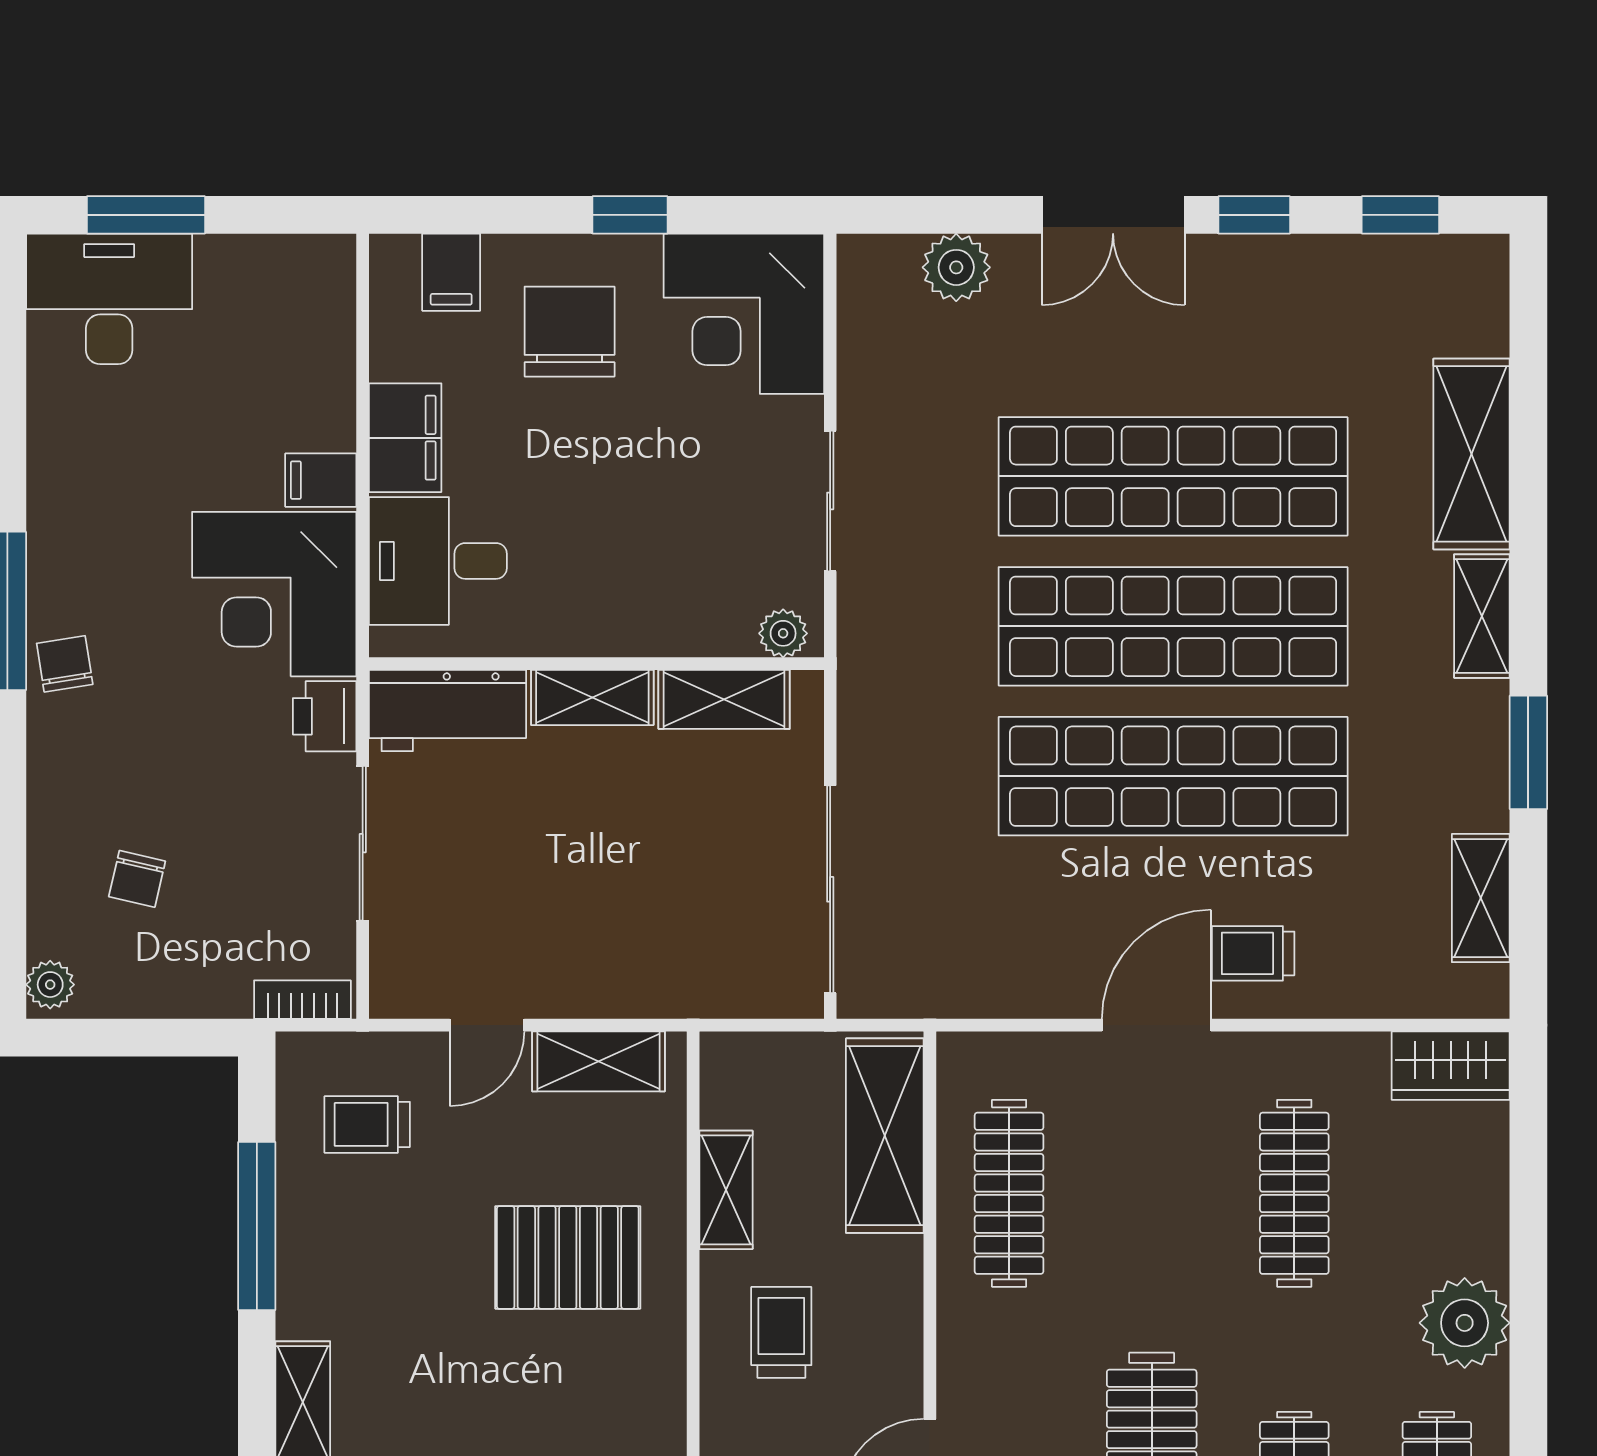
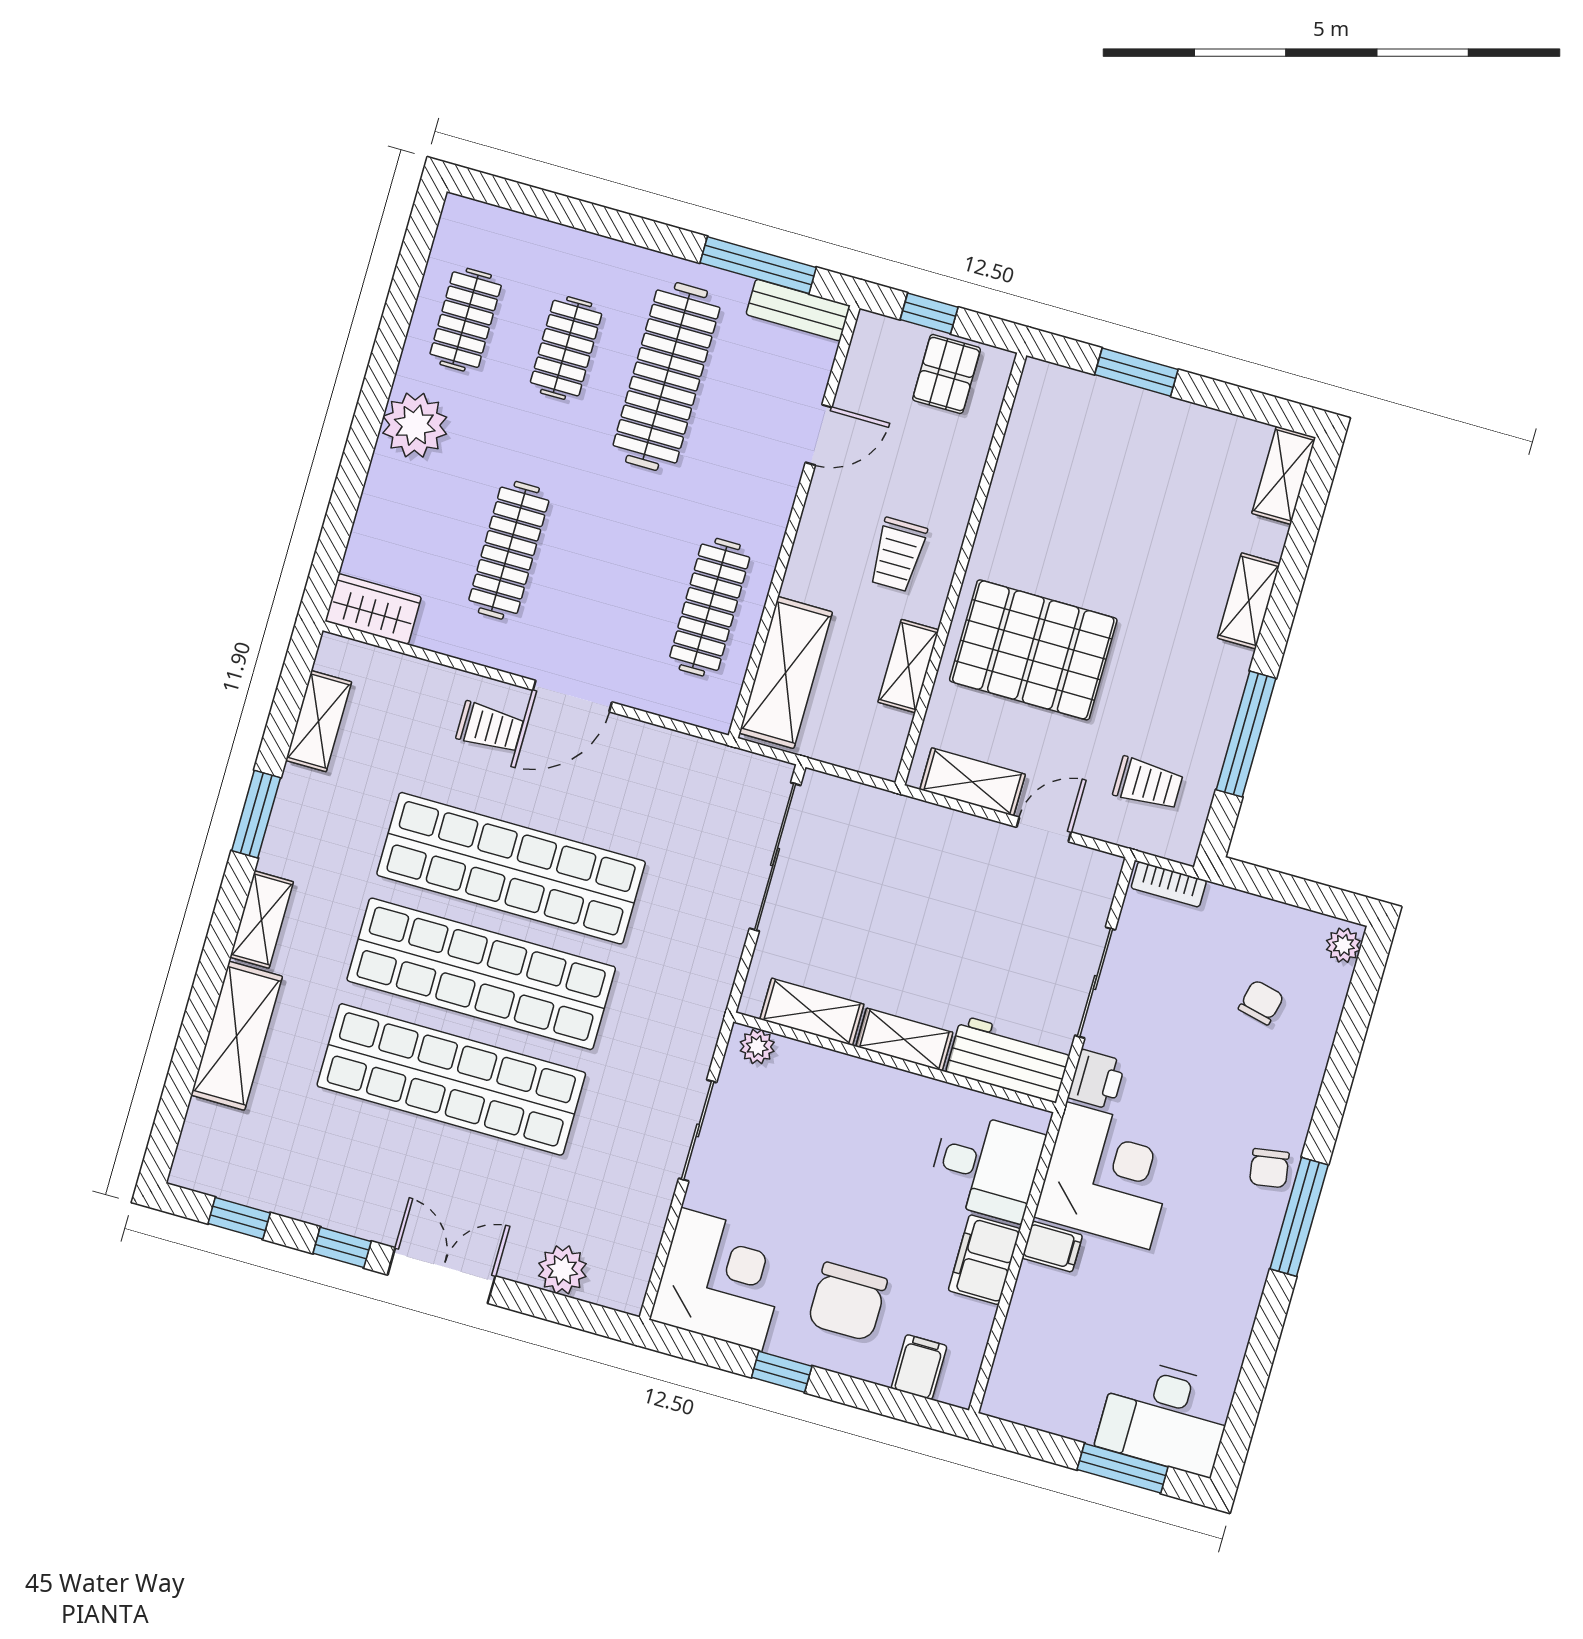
pallet: (568, 1257) -> (1033, 650), width x1.37, depth x1.41

